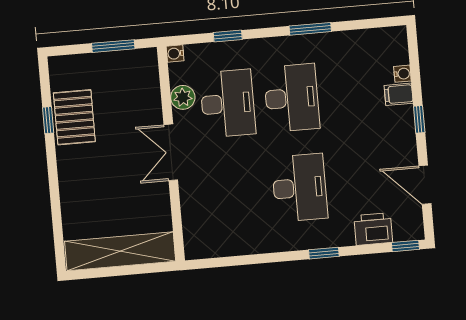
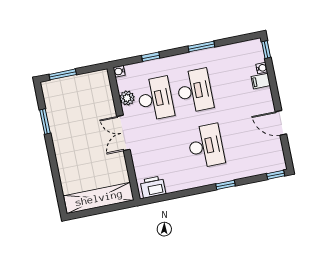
window: (113, 46) -> (63, 74), moved
pallet: (74, 117) -> (61, 118), removed
window: (419, 119) -> (266, 50), moved
window: (48, 120) -> (45, 122), width x1.50
door: (425, 185) -> (281, 123), moved
printer: (373, 229) -> (153, 187), moved

